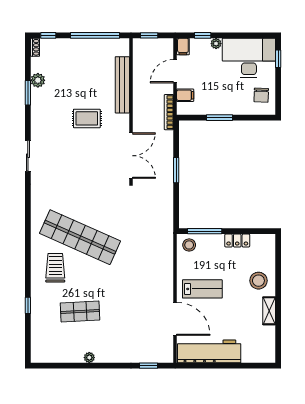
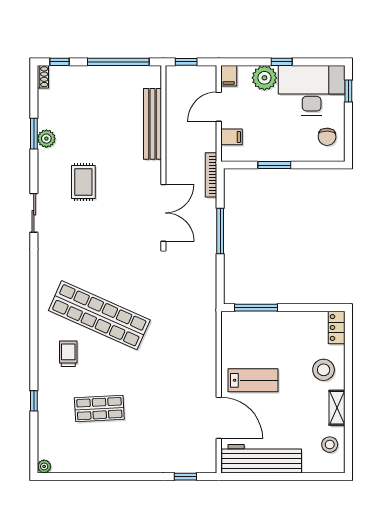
window: (203, 35) -> (282, 62), moved
plant: (216, 44) -> (264, 78), width x1.88, depth x1.88
plant: (38, 80) -> (46, 139), moved
bookcase: (169, 112) -> (211, 175), moved
rug: (87, 118) -> (83, 182), moved, turned 90
window: (176, 170) -> (220, 231), width x1.44
locker: (237, 241) -> (337, 328), moved, turned 90
stool: (189, 245) -> (330, 445), moved
trolley: (55, 268) -> (68, 354), width x0.73, depth x0.72
plant: (89, 358) -> (44, 466), moved

